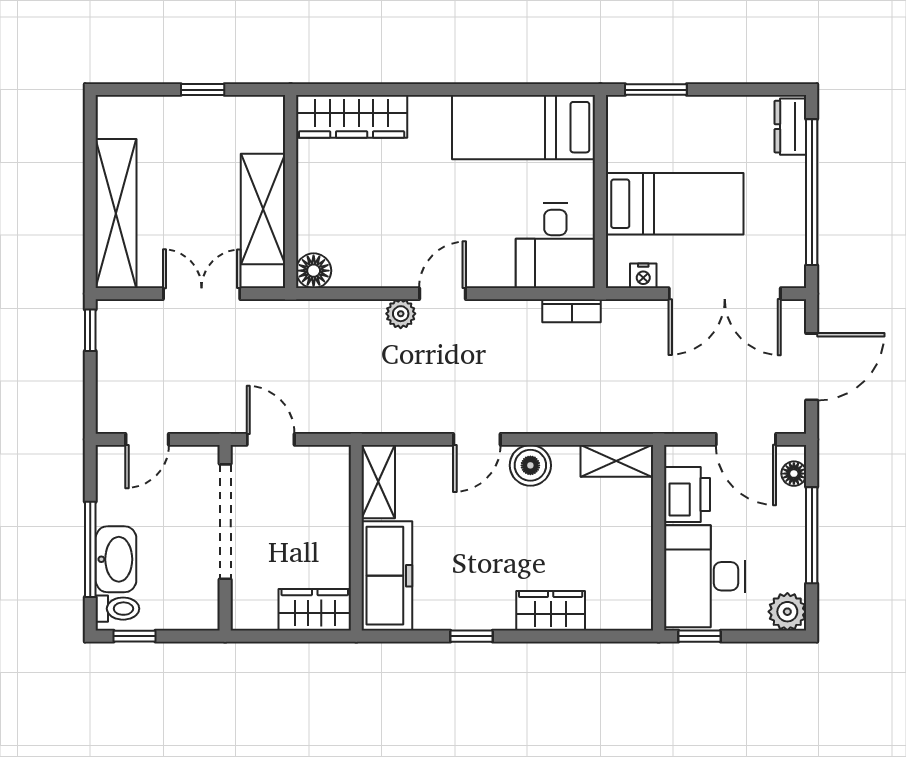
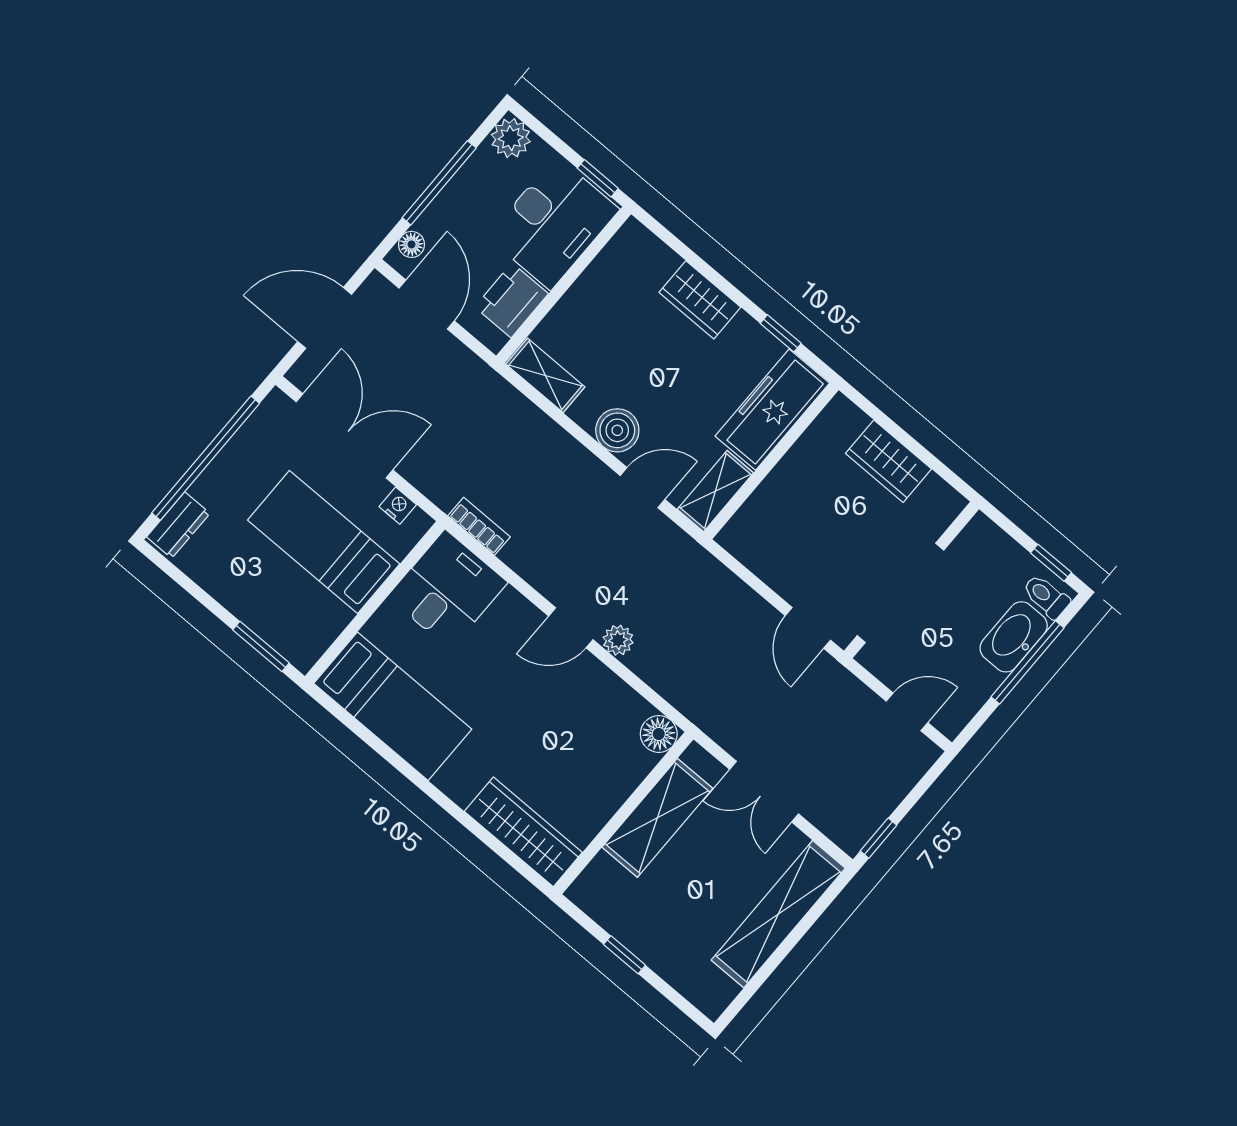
shelving: (378, 482) -> (715, 491), moved
wall: (356, 538) -> (771, 461), moved
freezer: (387, 576) -> (772, 410), moved

